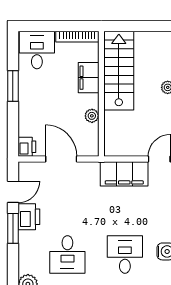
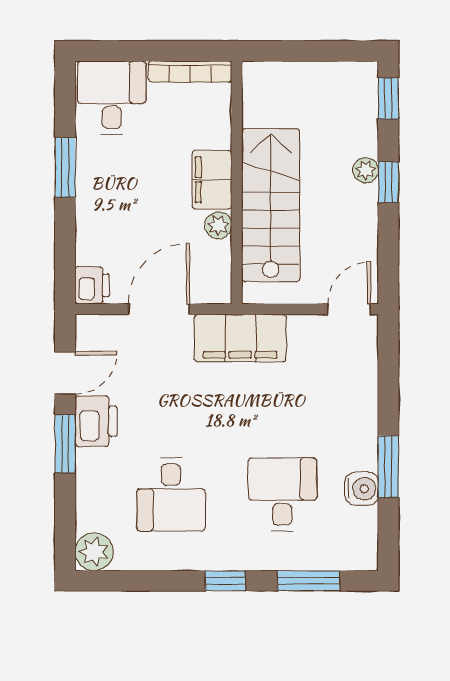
stairs: (119, 71) -> (271, 205), moved
filing cabinet: (89, 78) -> (212, 180), moved
door: (61, 159) -> (159, 309), hinge flipped
filing cabinet: (124, 174) -> (240, 338), moved

